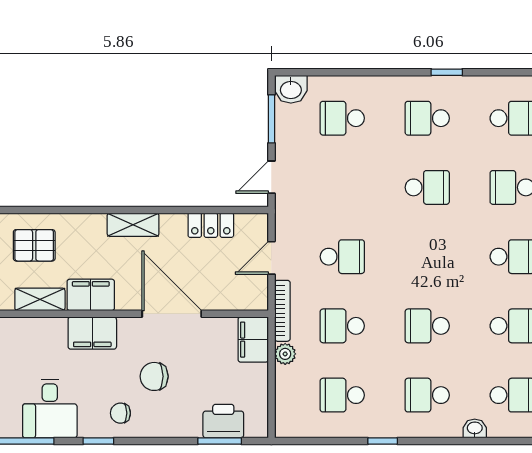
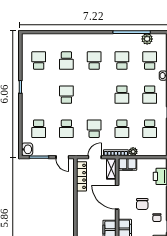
school desk: (427, 118) -> (66, 129), moved
shelving: (133, 225) -> (111, 169), moved
locker: (211, 225) -> (82, 176), width x1.53
door: (271, 258) -> (95, 157), swing flipped
door: (172, 314) -> (117, 197), hinge flipped

